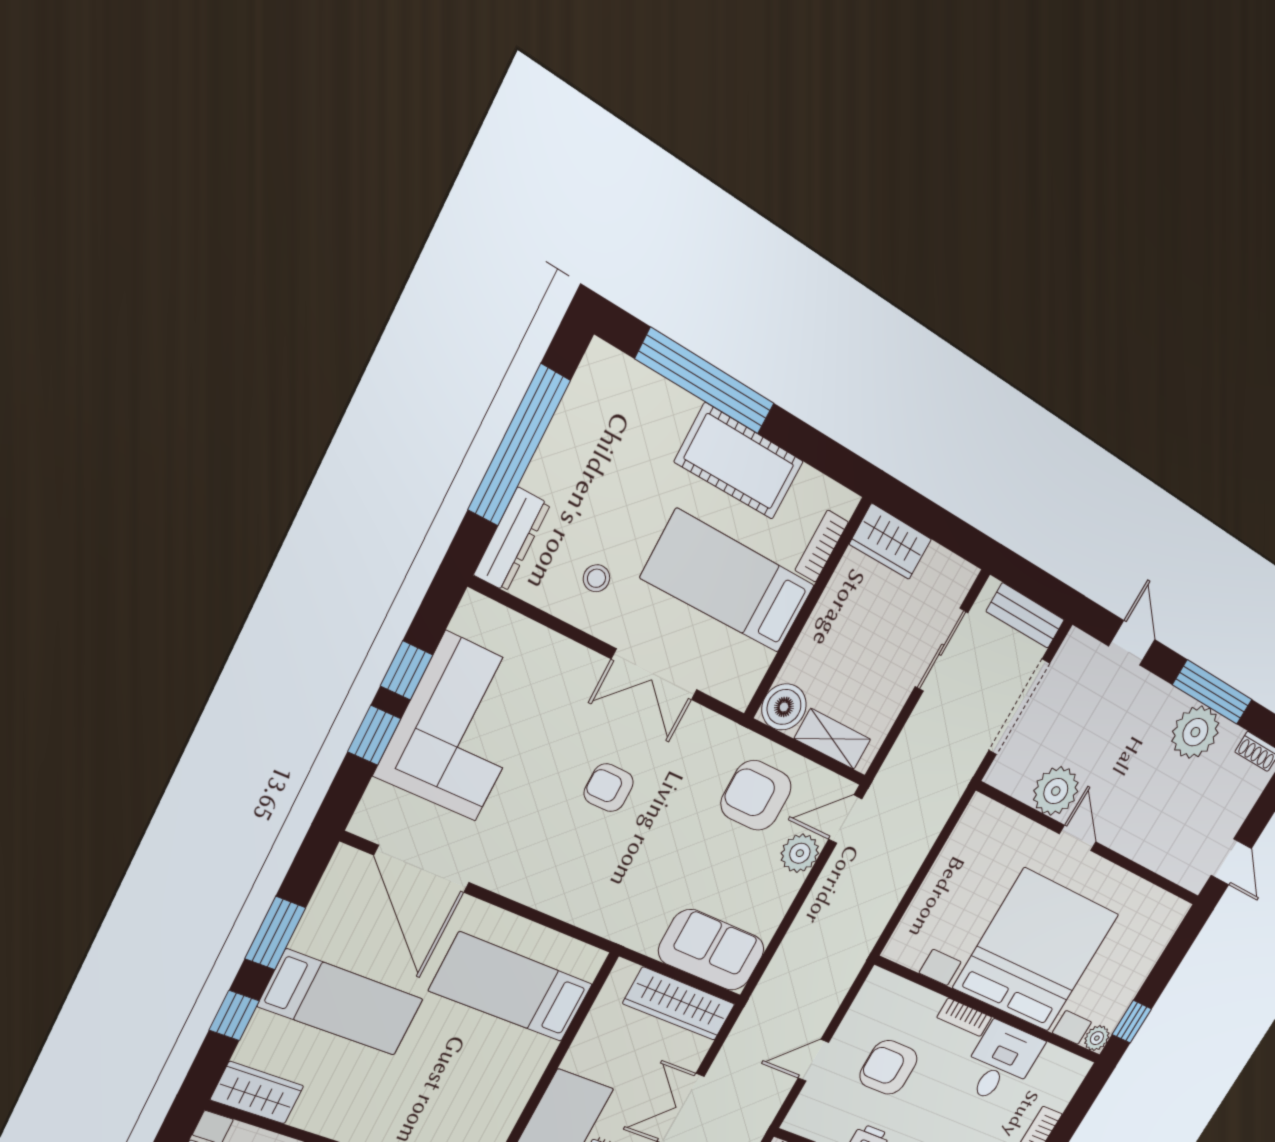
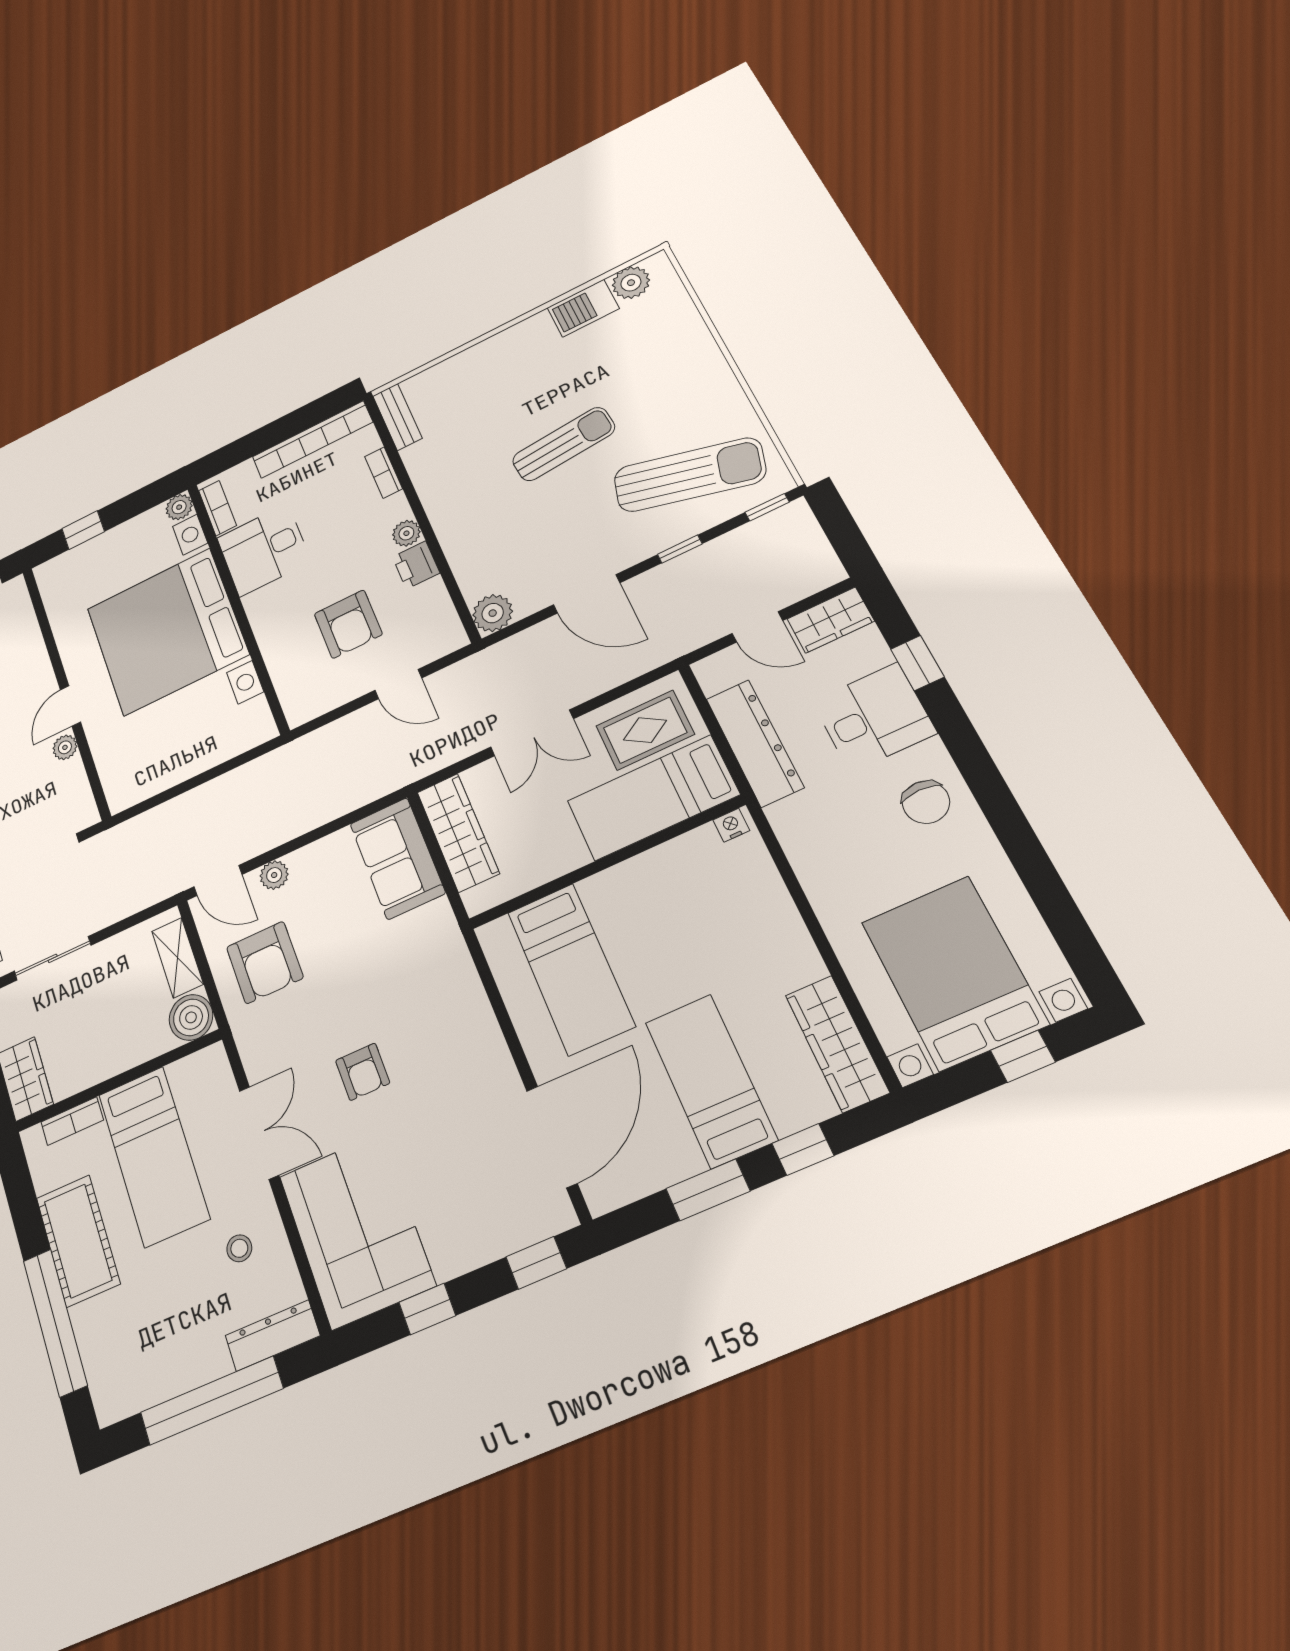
corner sofa: (461, 728) -> (357, 1230), moved, turned 90
window: (374, 735) -> (536, 1263), moved
plant: (1056, 791) -> (65, 747), width x0.53, depth x0.53
plant: (800, 853) -> (274, 875), width x0.73, depth x0.73
bookcase: (964, 1017) -> (218, 508), moved
window: (1132, 1022) -> (83, 530), moved
wardrobe: (257, 1093) -> (837, 1044), width x1.50

